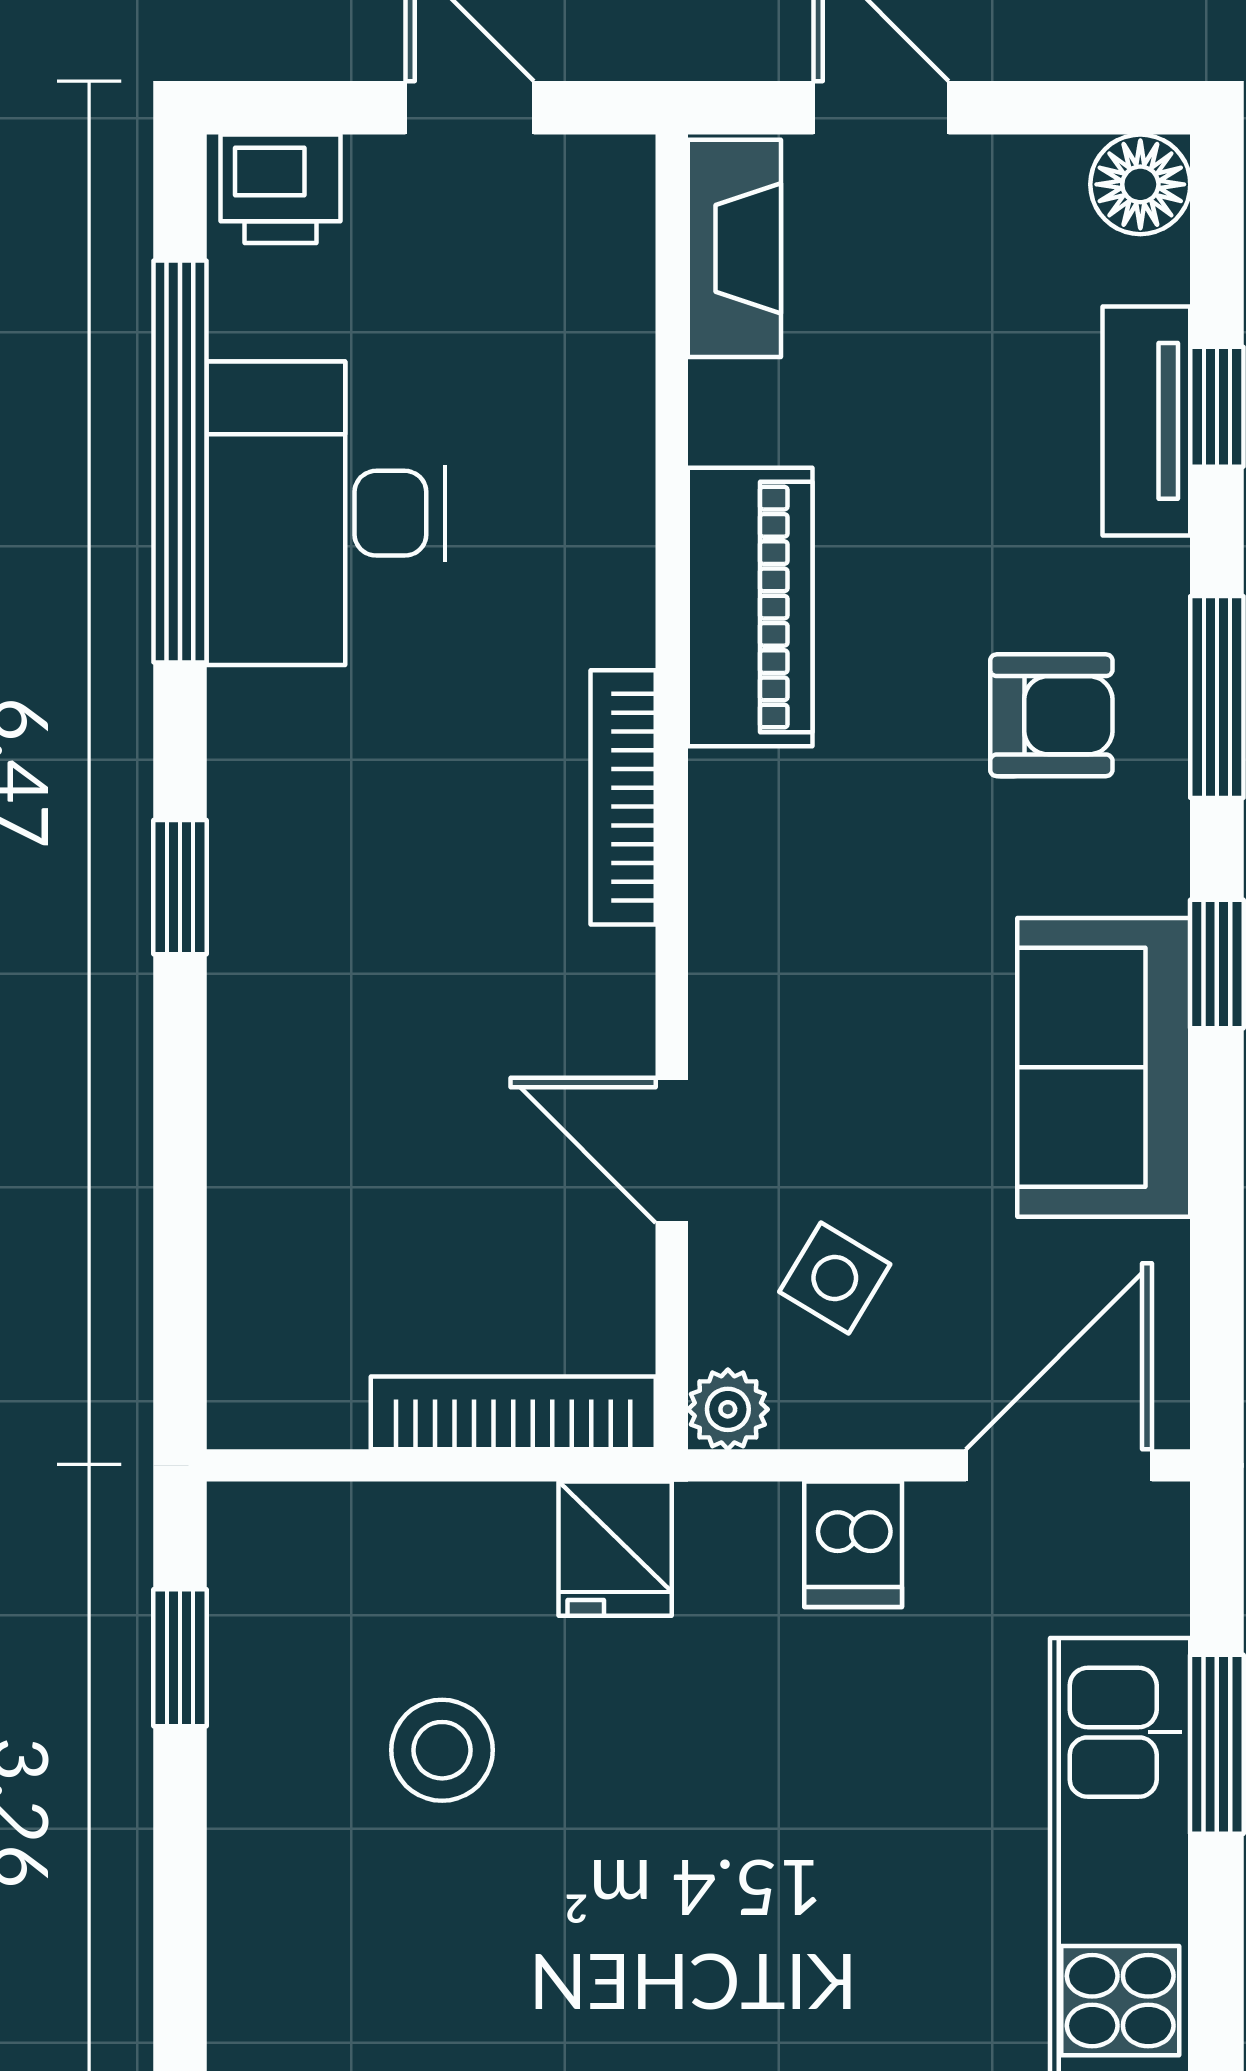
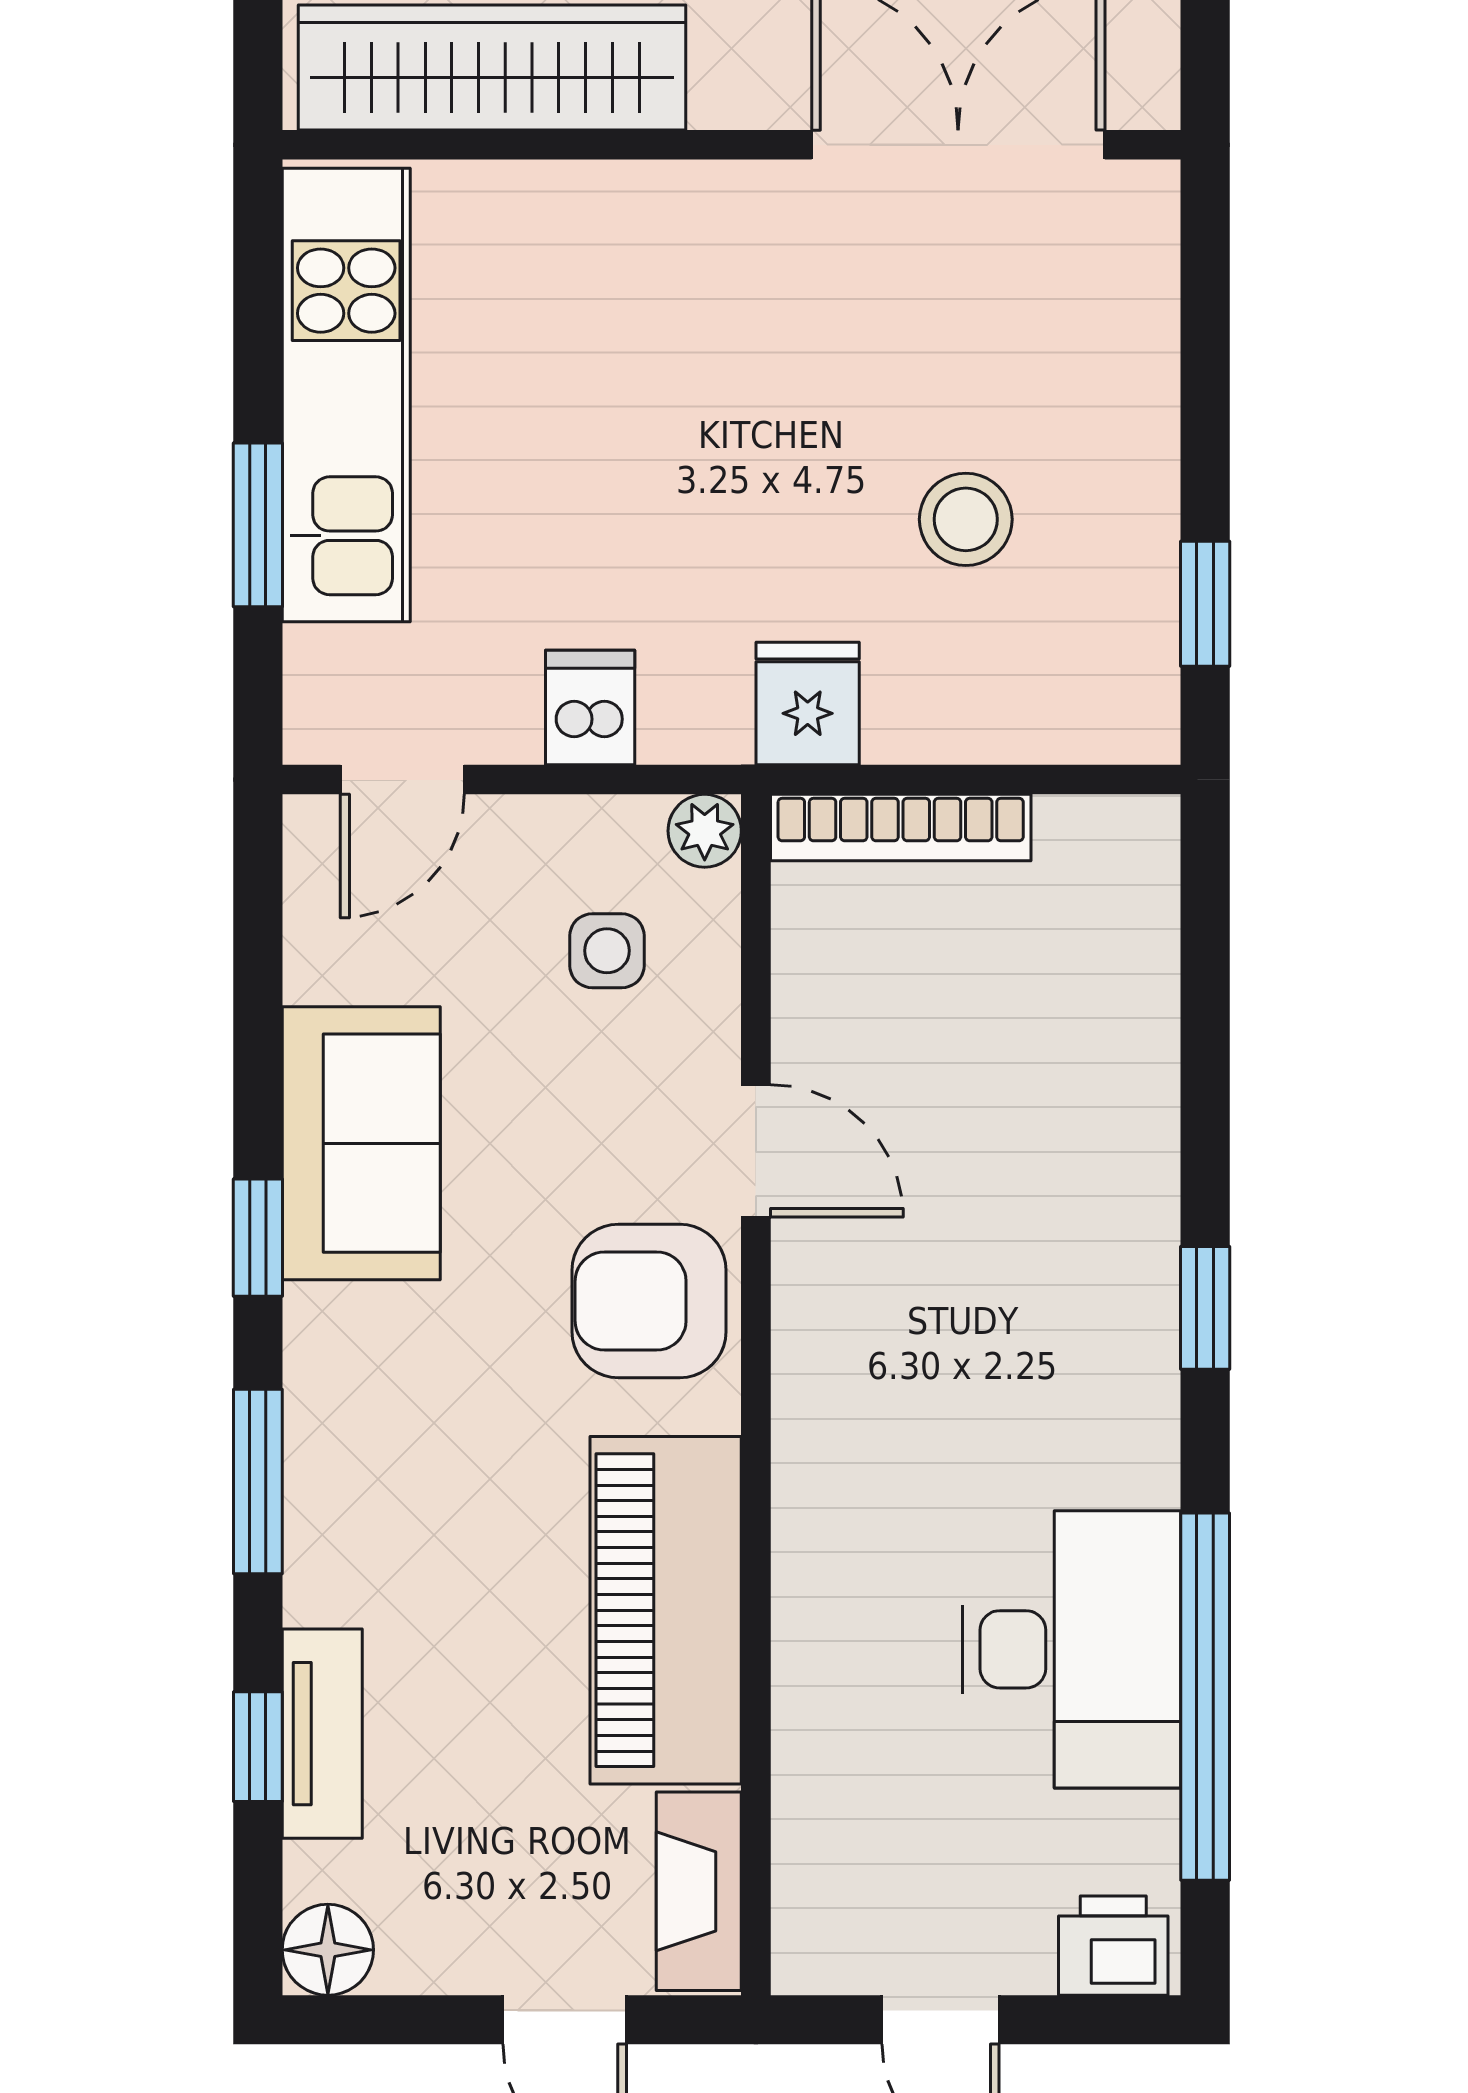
piano: (750, 607) -> (666, 1610), width x1.37, depth x1.33
armchair: (1051, 715) -> (649, 1301), moved, width x1.38, depth x1.38
bookcase: (623, 797) -> (800, 1390), removed
door: (672, 1150) -> (756, 1151), moved
side table: (835, 1278) -> (607, 951), turned -31
door: (1059, 1465) -> (402, 780), width x0.73

